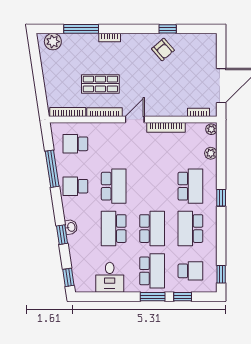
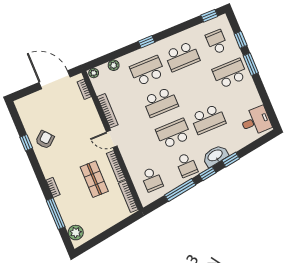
washbasin: (71, 227) -> (215, 156), width x1.91, depth x1.45
school desk: (152, 229) -> (160, 102), moved, turned 180
window: (68, 277) -> (207, 174), moved
desk: (110, 277) -> (256, 121), moved

